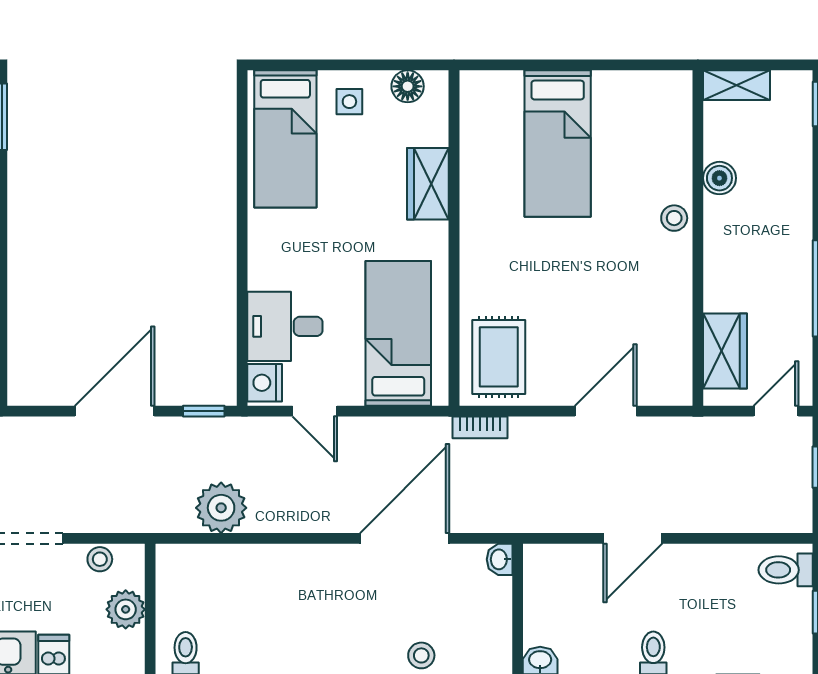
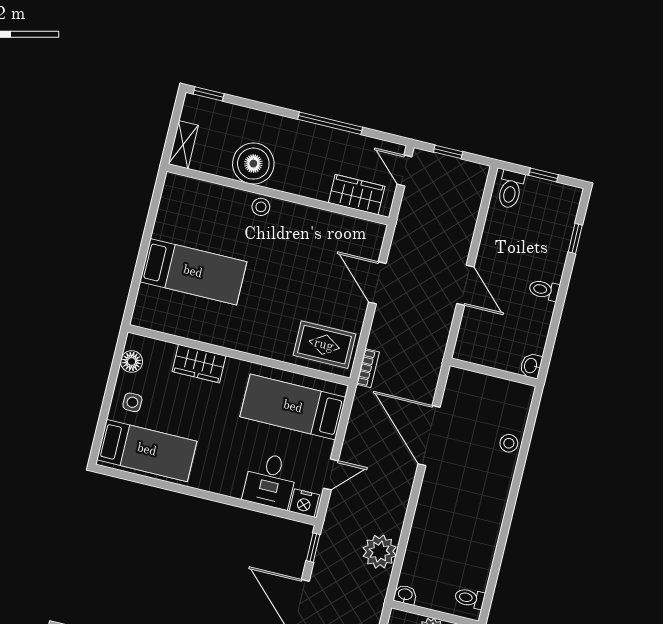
boiler: (719, 178) -> (253, 164), width x1.86, depth x1.86
washbasin: (500, 559) -> (405, 595), moved, turned 180

